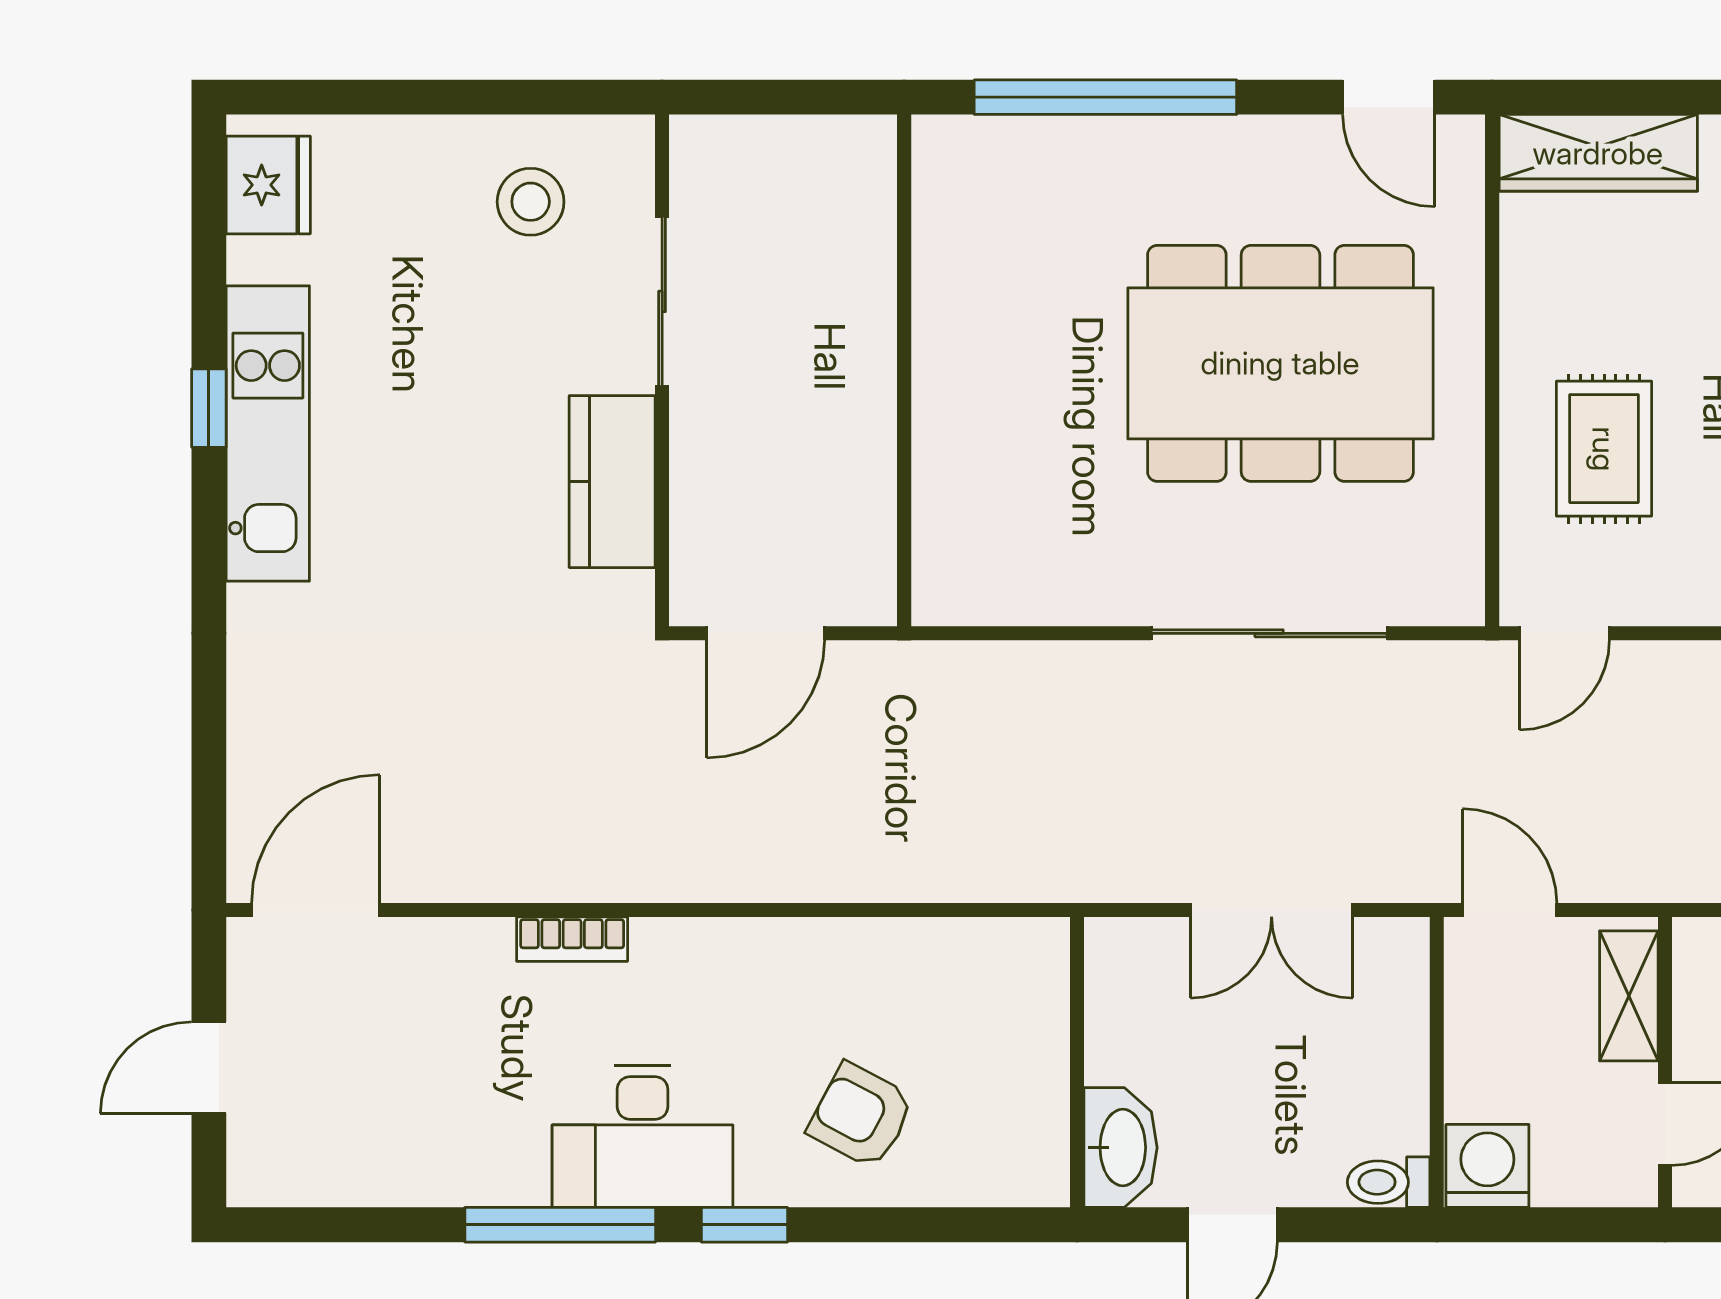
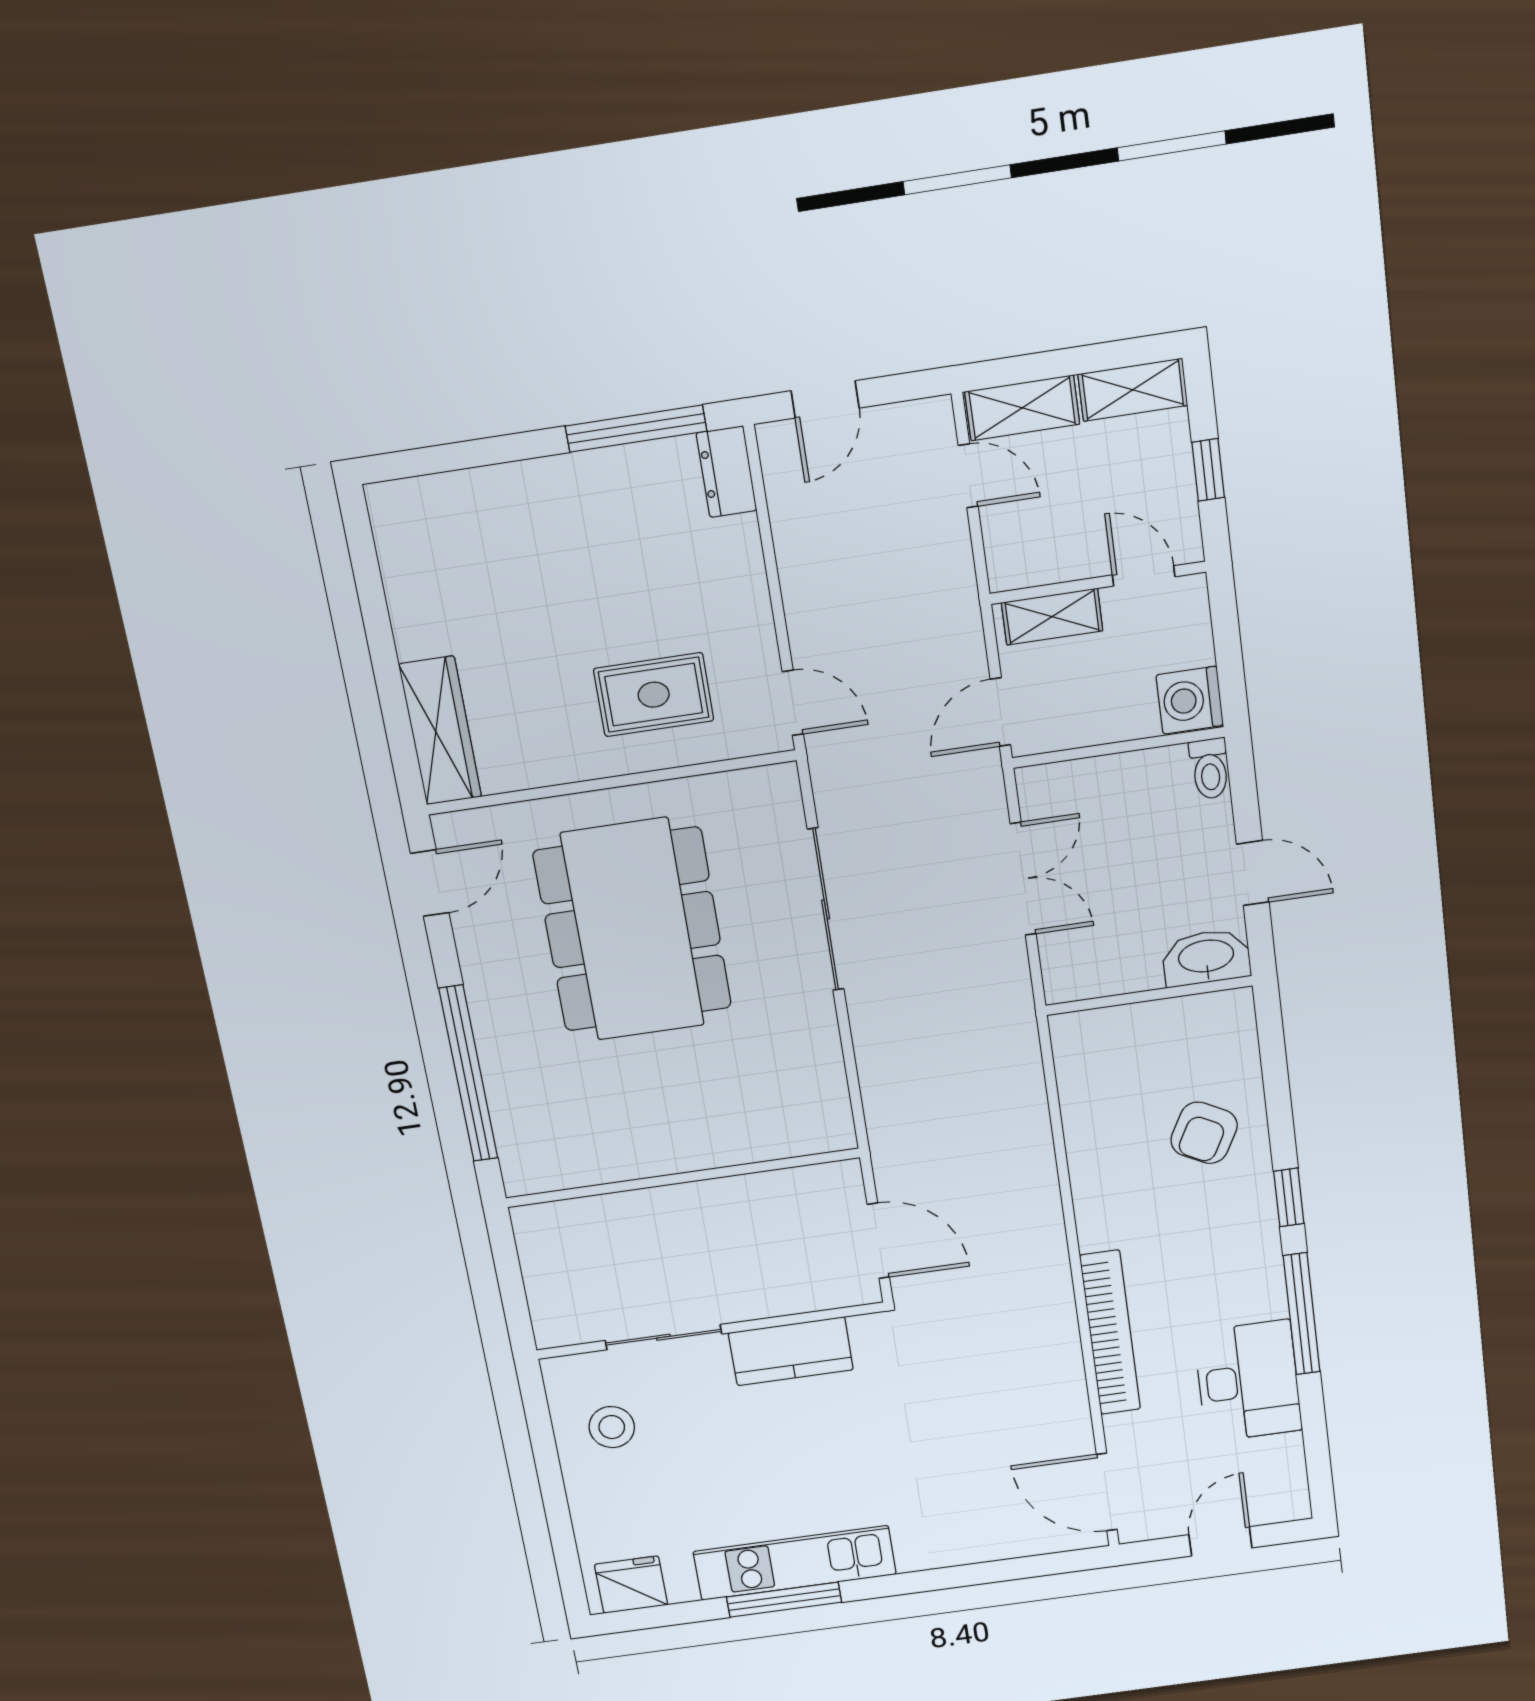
window: (209, 408) -> (784, 1600), width x2.17
bookcase: (572, 939) -> (1110, 1333), width x2.31, depth x1.31
door: (209, 1068) -> (1220, 1541), swing flipped
desk: (642, 1136) -> (1248, 1381), moved

